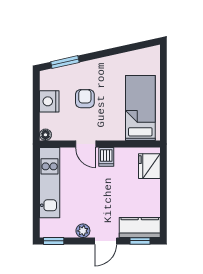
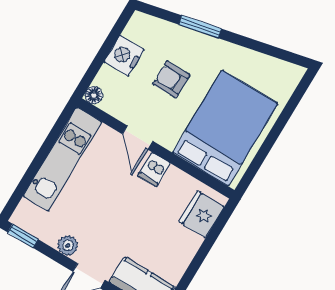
window: (65, 62) -> (200, 27), moved
armchair: (85, 99) -> (171, 79), turned -90
bed: (140, 108) -> (225, 128), width x1.50

